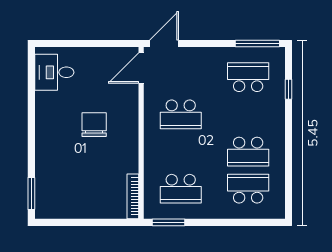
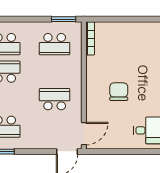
chair: (94, 125) -> (119, 92), turned 180
school desk: (181, 189) -> (55, 44), turned 180

